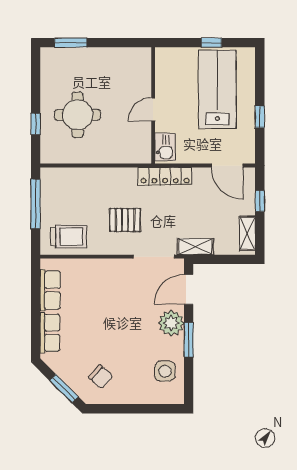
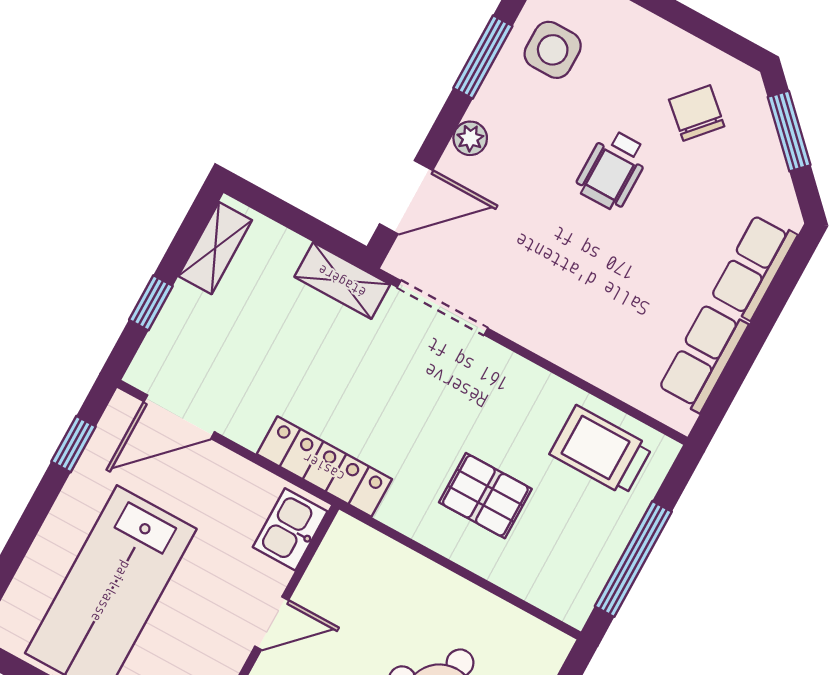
window: (260, 117) -> (74, 444), moved
door: (227, 166) -> (179, 417), swing flipped
pallet: (125, 220) -> (485, 496), moved
plant: (171, 323) -> (470, 138), width x0.53, depth x0.53
wheelchair: (120, 340) -> (612, 170), added
window: (189, 340) -> (483, 57), moved

